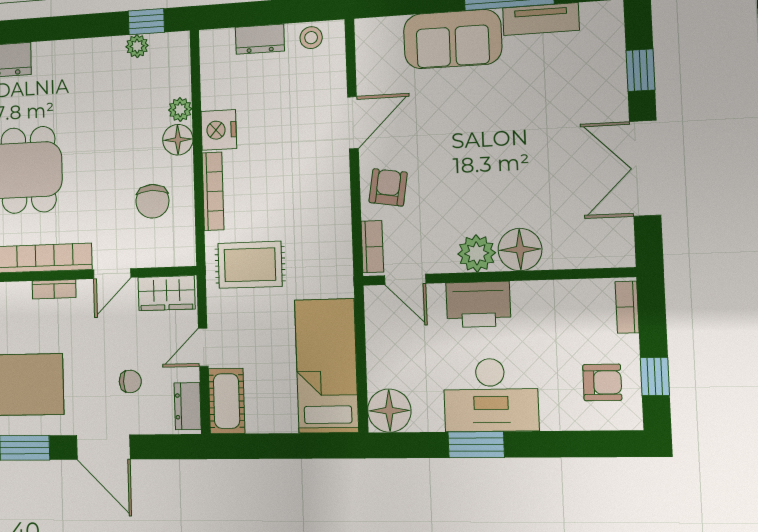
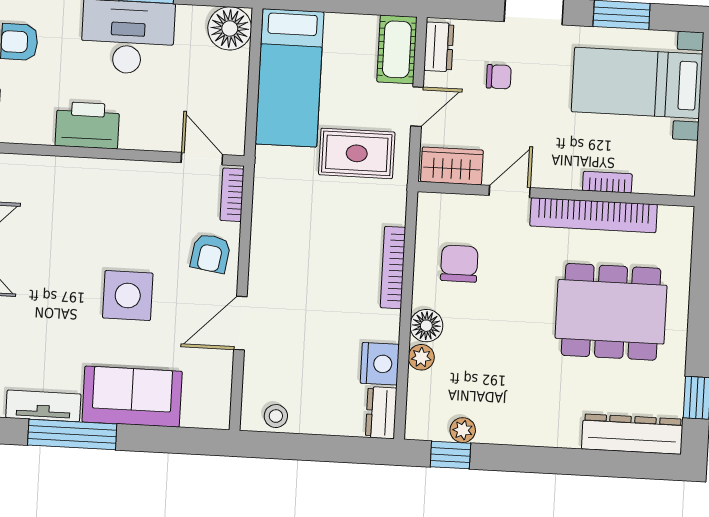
dresser: (260, 39) -> (381, 413), moved, turned -90
nightstand: (219, 130) -> (380, 364), moved
side table: (466, 138) -> (128, 296), added
floor lamp: (520, 250) -> (86, 178), removed
plant: (477, 253) -> (128, 178), removed
rug: (250, 265) -> (357, 153), moved
bookcase: (54, 289) -> (607, 182), moved
printer: (478, 304) -> (87, 125), moved
chair: (130, 381) -> (499, 77), turned 180

